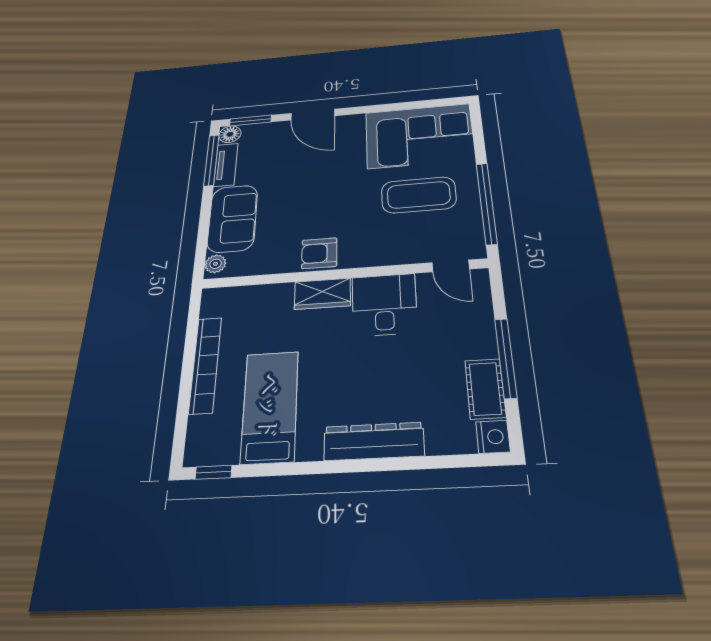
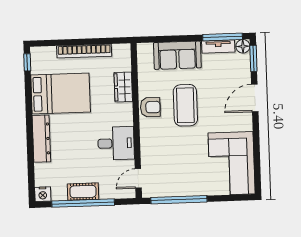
coffee table: (419, 195) -> (185, 105), moved
armchair: (319, 253) -> (150, 107), turned 90
plant: (215, 264) -> (146, 49), removed
wardrobe: (322, 294) -> (123, 87), moved
window: (506, 358) -> (83, 203), width x1.46
cot: (485, 389) -> (83, 192), moved
bed: (270, 406) -> (61, 94), width x1.50

